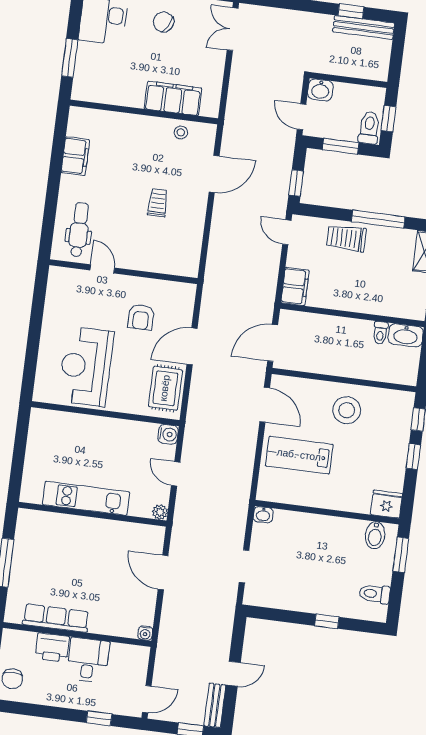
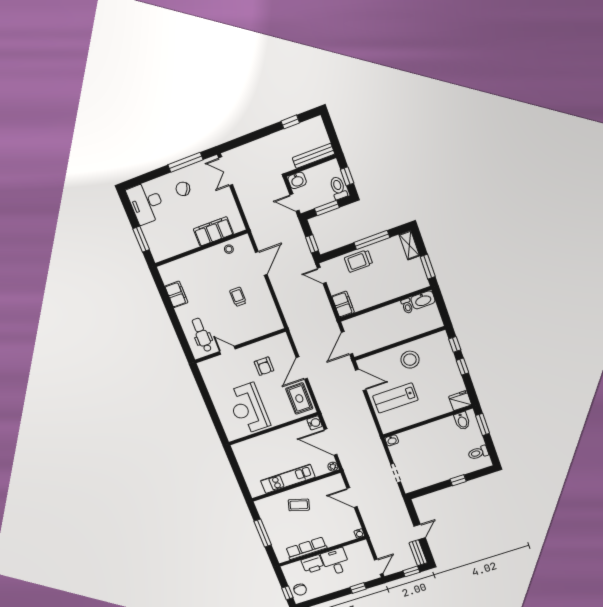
bench: (364, 27) -> (313, 156), moved
door: (176, 474) -> (330, 442), width x1.88
coffee table: (81, 546) -> (299, 505), added

